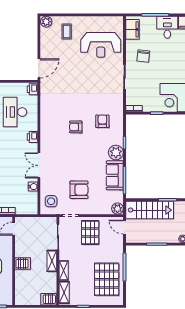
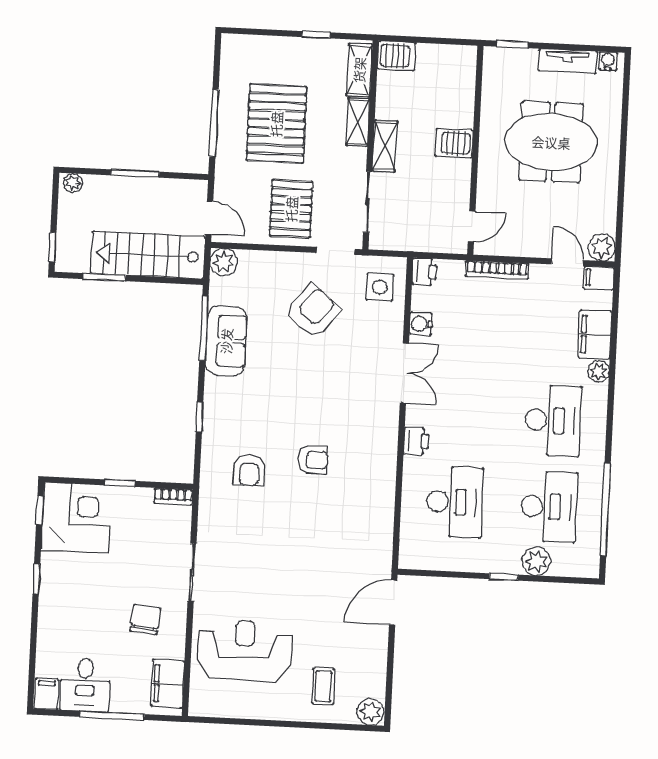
printer: (33, 89) -> (424, 272), moved
plant: (116, 153) -> (221, 395), removed
armchair: (79, 190) -> (313, 311), turned 129
pallet: (107, 279) -> (276, 124), moved

